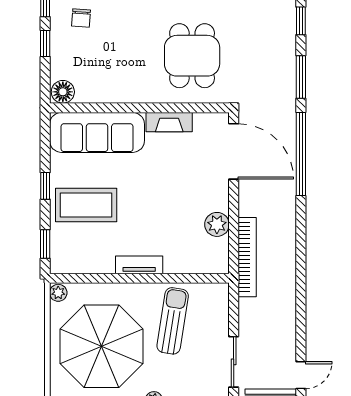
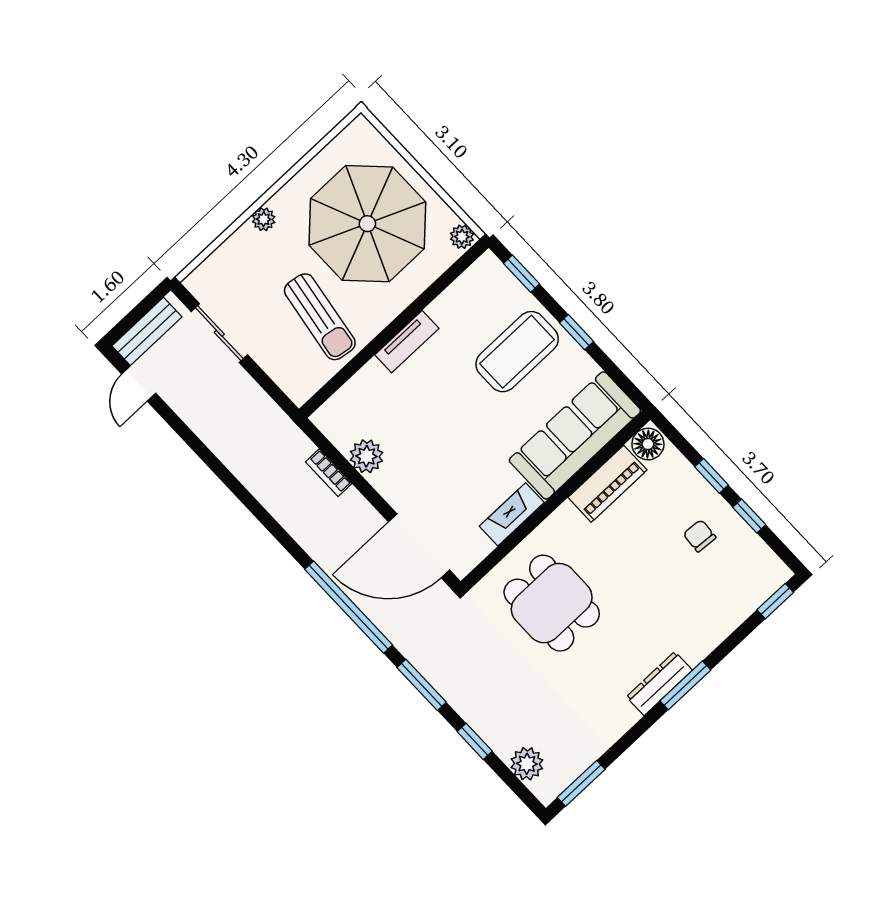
piano: (104, 91) -> (607, 484), added
bookcase: (247, 257) -> (329, 473), width x0.43, depth x0.76

